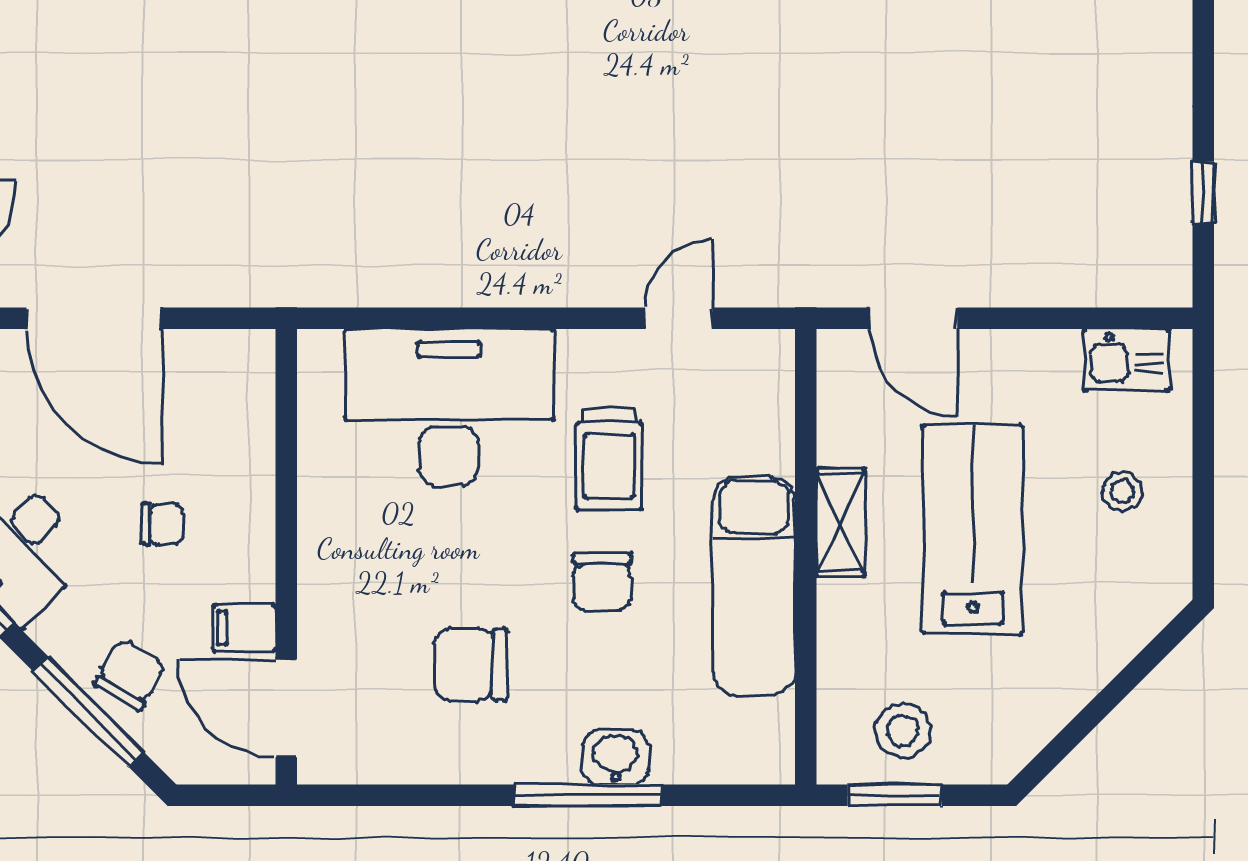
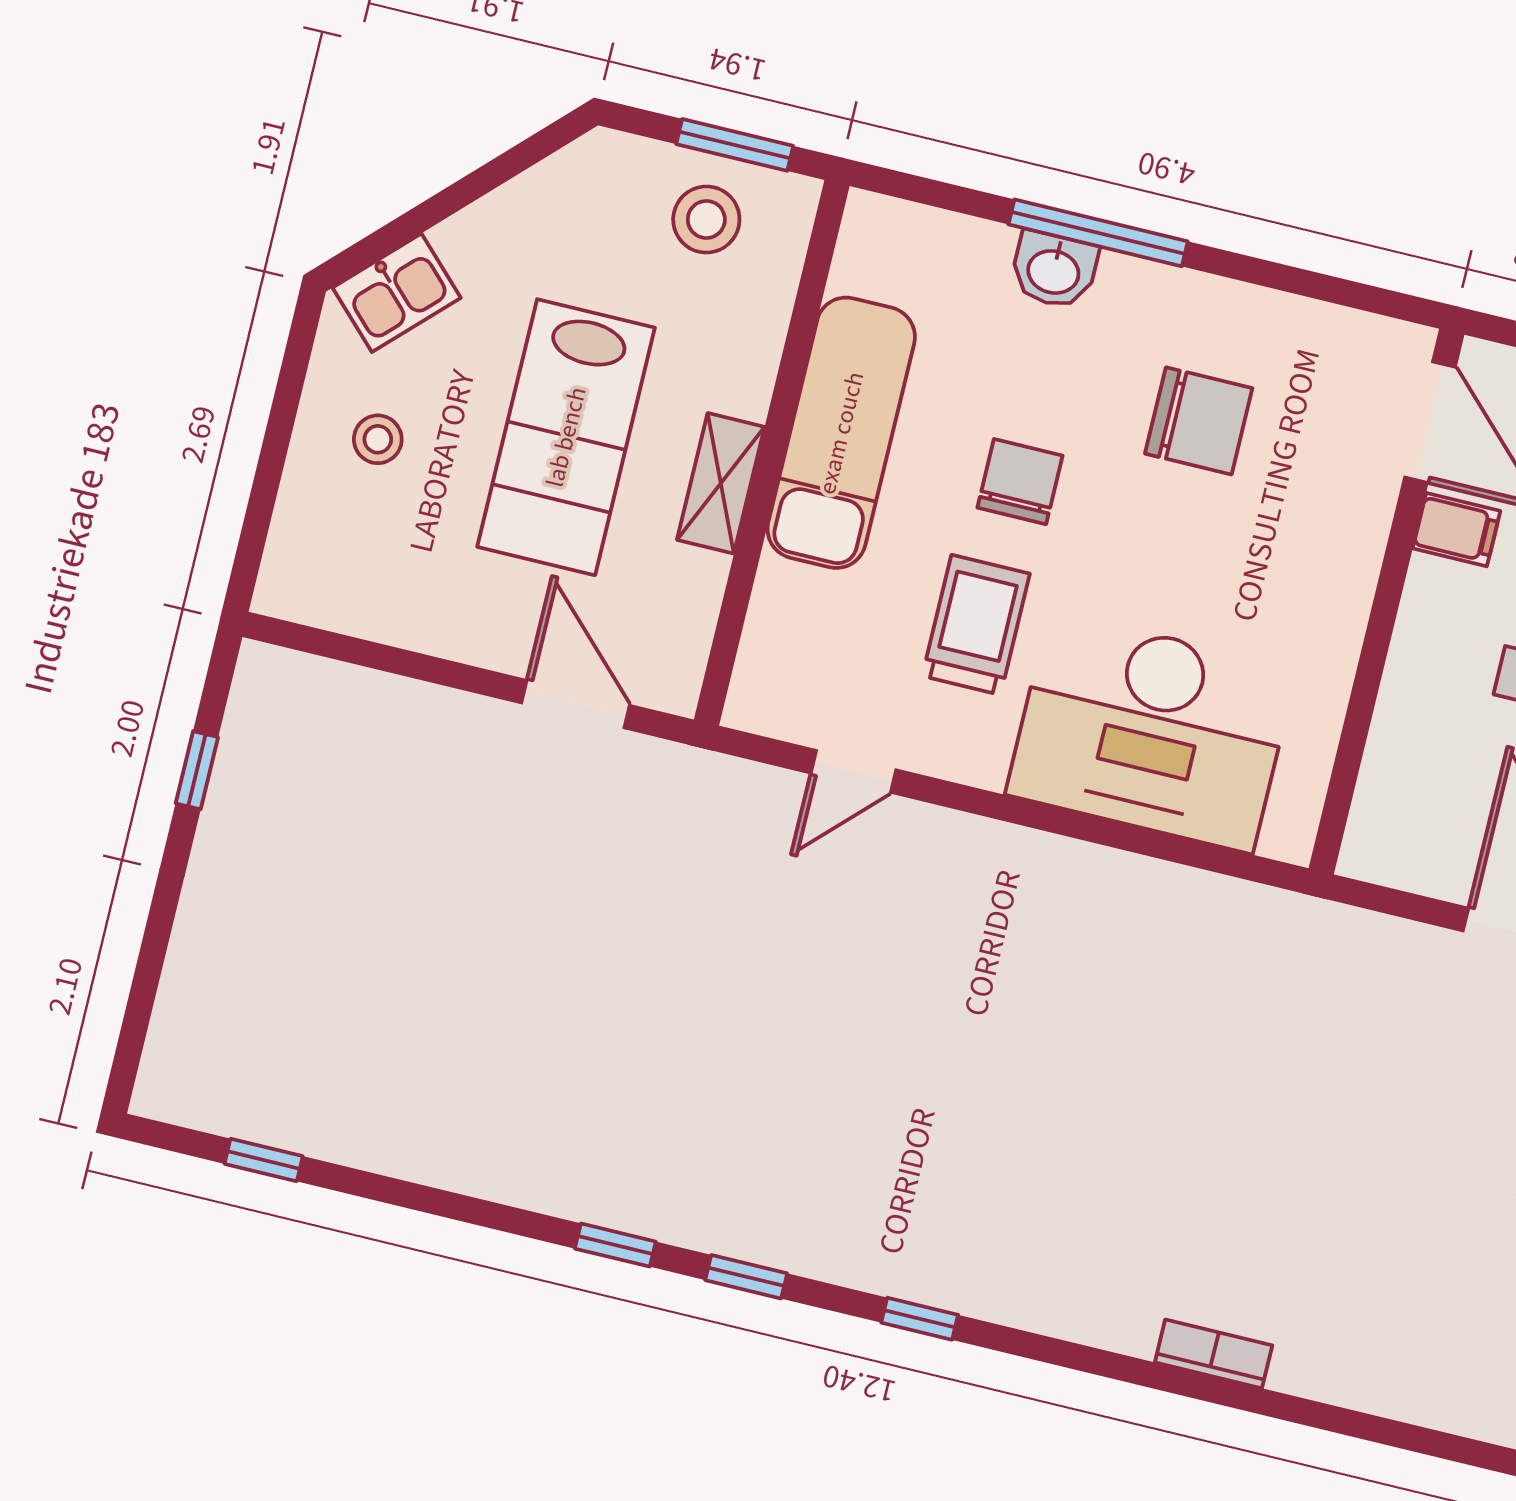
kitchen sink: (1126, 360) -> (397, 293), moved, turned 135

